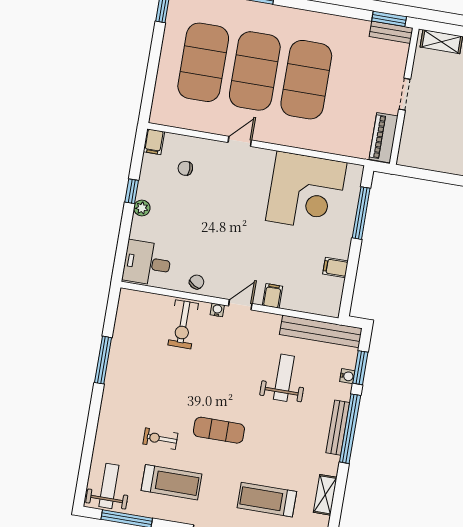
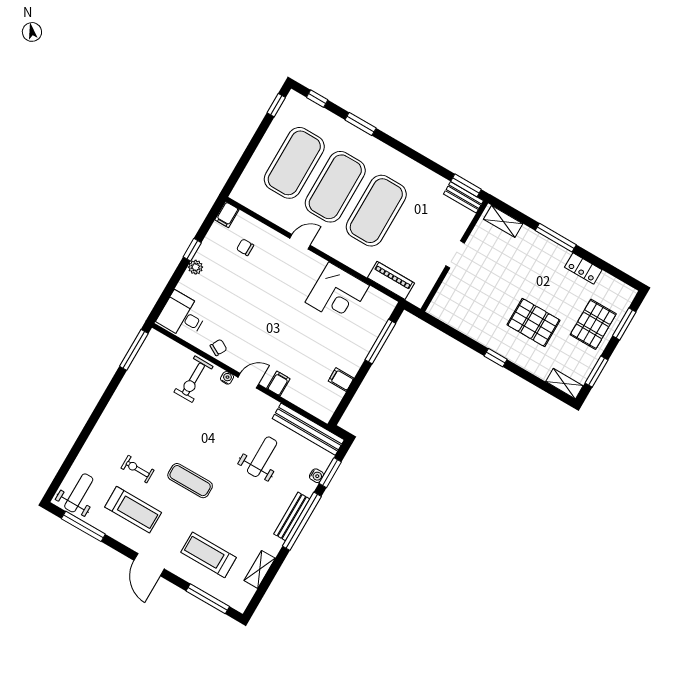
piano: (384, 138) -> (391, 280), moved, turned 90
corner desk: (306, 191) -> (337, 294), width x0.74, depth x0.74
window: (103, 360) -> (134, 350), moved

